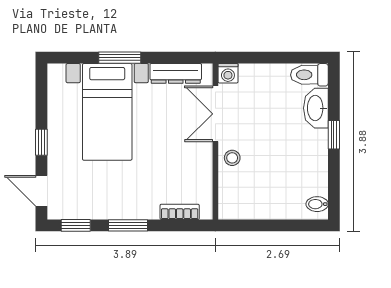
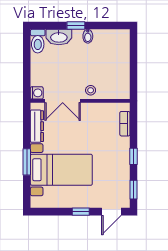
bidet: (317, 204) -> (88, 36), moved
window: (128, 225) -> (134, 156), width x0.67

